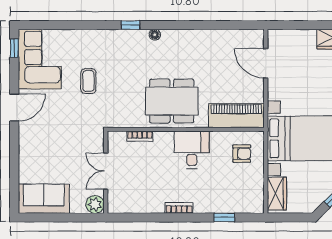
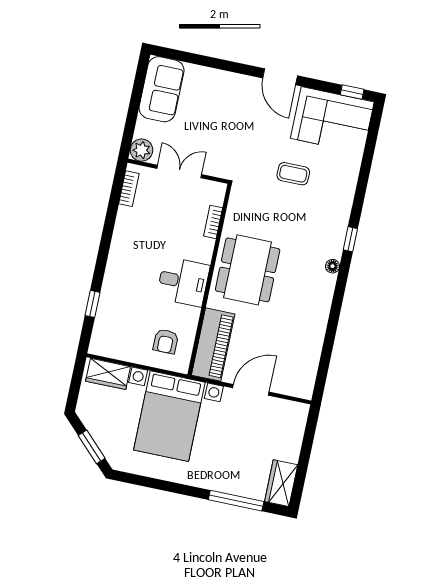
door: (266, 63) -> (251, 390), moved
bookcase: (179, 208) -> (129, 189), moved

